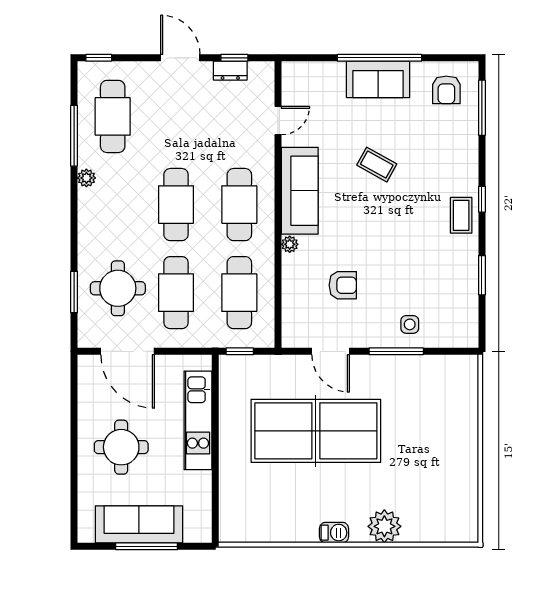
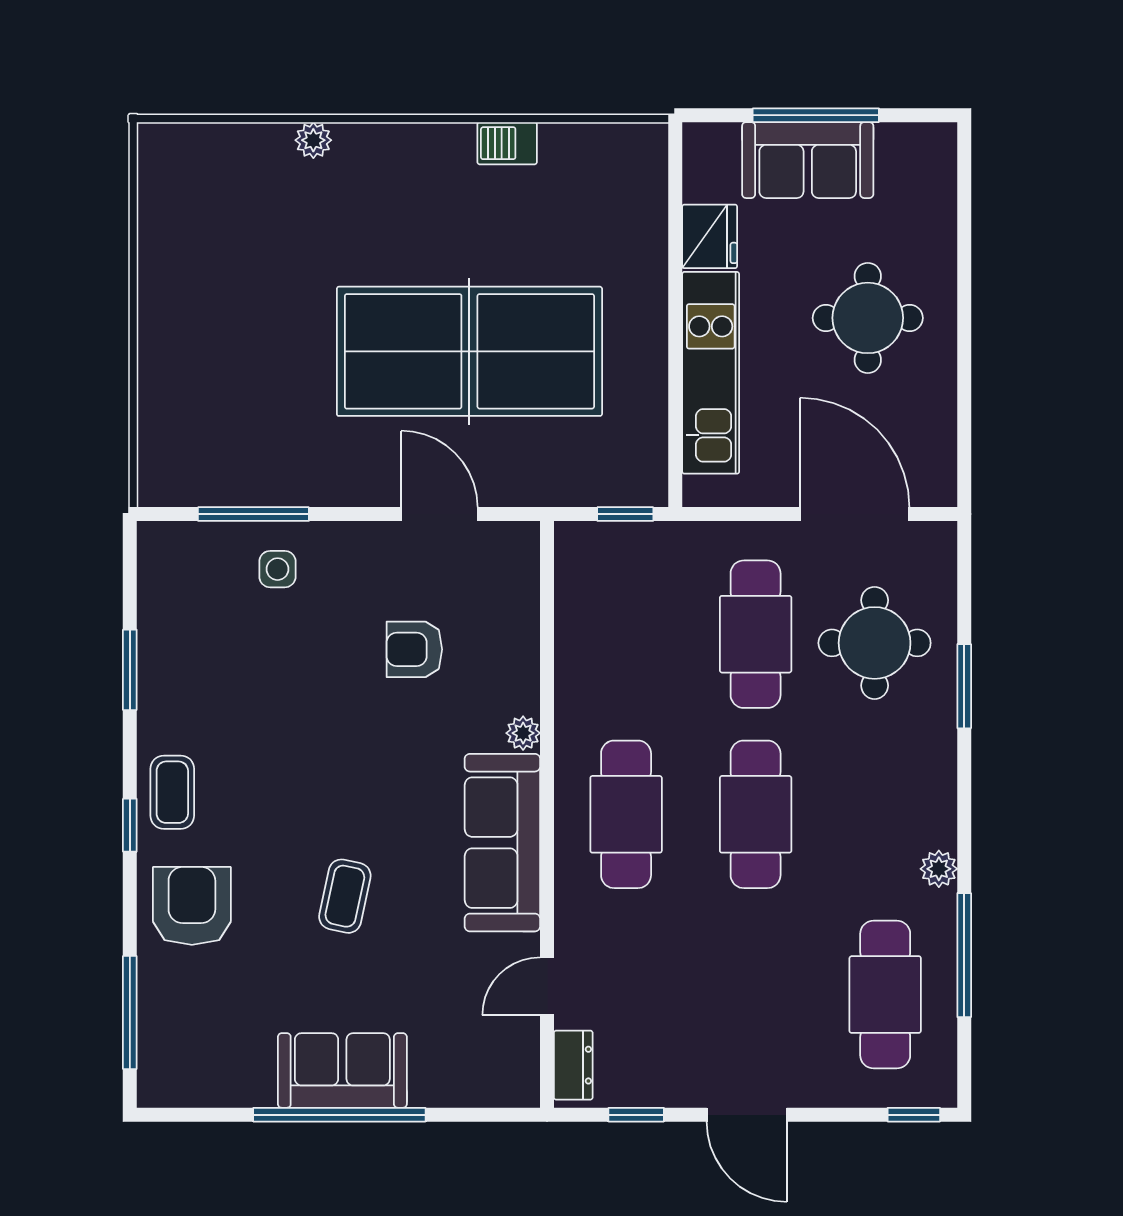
dresser: (230, 71) -> (573, 1065), moved, turned 90
armchair: (446, 90) -> (192, 906), moved, width x1.38, depth x1.38
coffee table: (377, 165) -> (345, 896), turned 73
window: (74, 292) -> (964, 686), moved
cafe table: (239, 293) -> (626, 634), removed
window: (396, 351) -> (253, 514), moved
fridge: (198, 487) -> (710, 236), added
sofa: (139, 524) -> (808, 160), width x0.73
plant: (384, 526) -> (313, 140), width x0.53, depth x0.53
barbecue: (334, 533) -> (507, 143), moved

